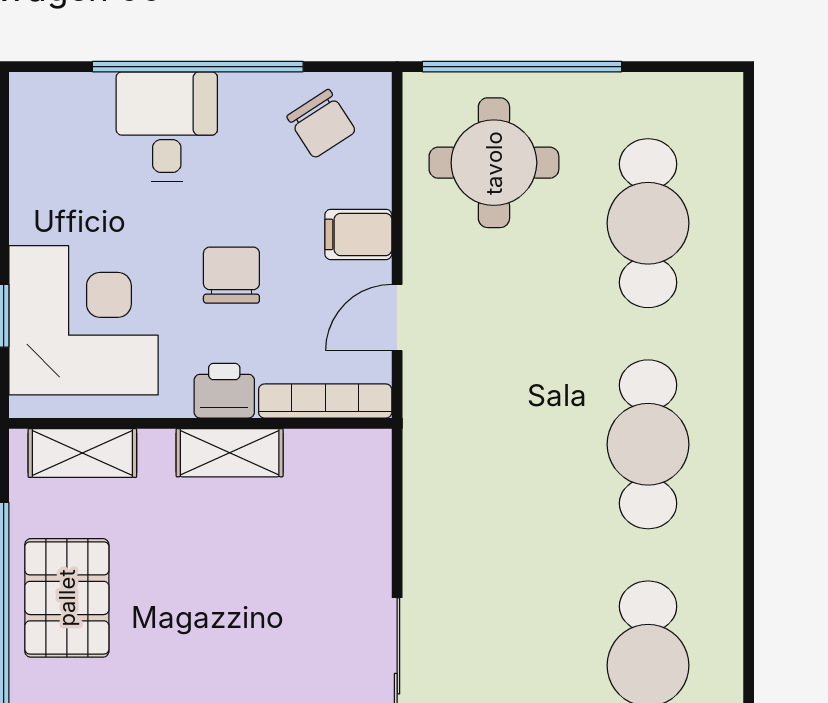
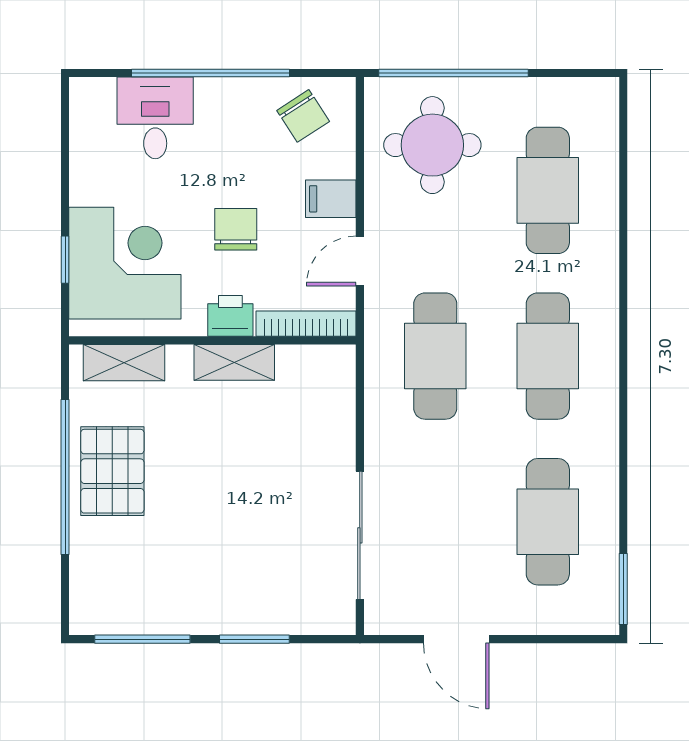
desk: (167, 126) -> (155, 118), moved
cafe table: (498, 444) -> (435, 356), added

